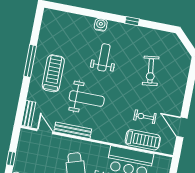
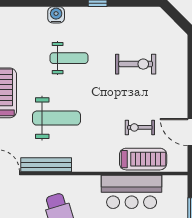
weight bench: (104, 57) -> (69, 58), turned 90
exercise bike: (151, 71) -> (136, 64), turned -83

